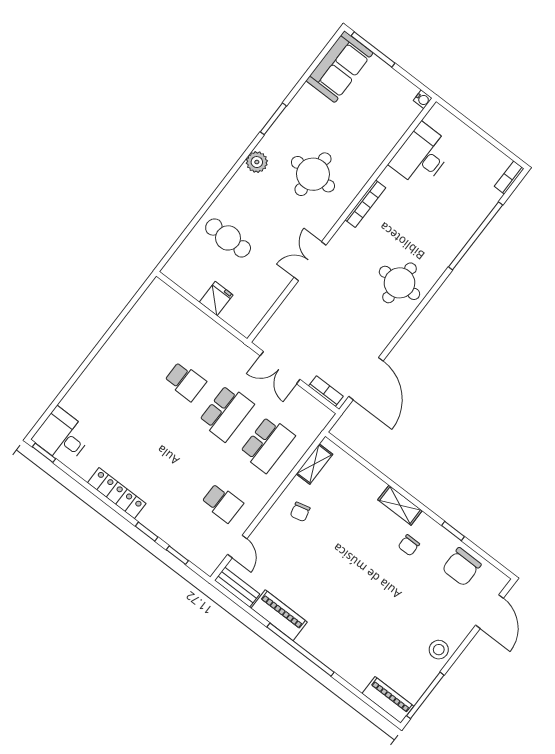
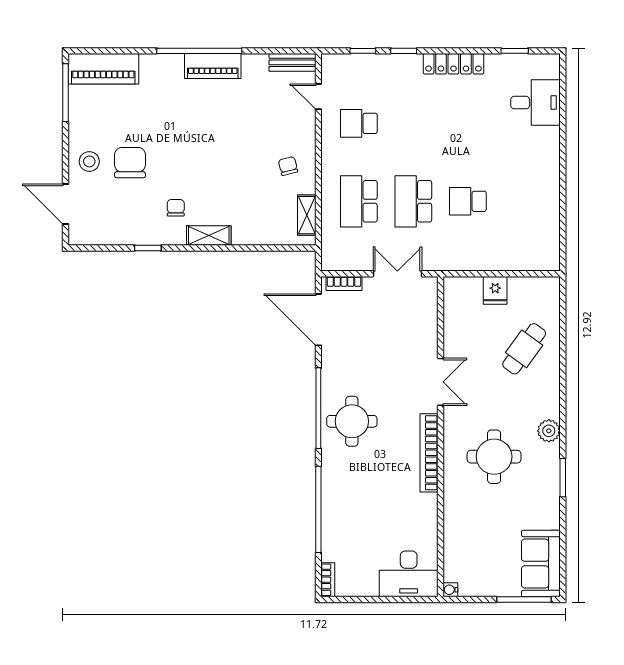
desk: (422, 156) -> (409, 574), moved, turned 90
bookcase: (365, 204) -> (429, 453), width x1.48, depth x1.31
cafe table: (228, 238) -> (524, 349), turned -54
window: (417, 312) -> (318, 408), added
desk: (62, 436) -> (535, 103), moved
window: (44, 453) -> (515, 51), moved
chair: (462, 567) -> (130, 163), moved
piano: (279, 615) -> (213, 66), moved
stool: (439, 650) -> (89, 161), moved
piano: (388, 700) -> (103, 69), width x1.37, depth x1.33

